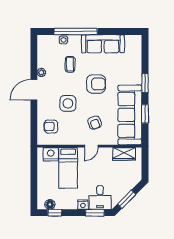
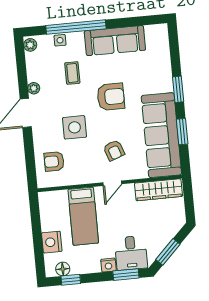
plant: (42, 41) -> (30, 45), added
nightstand: (51, 154) -> (52, 242), moved, turned -90
wardrobe: (124, 154) -> (158, 190), width x1.50

